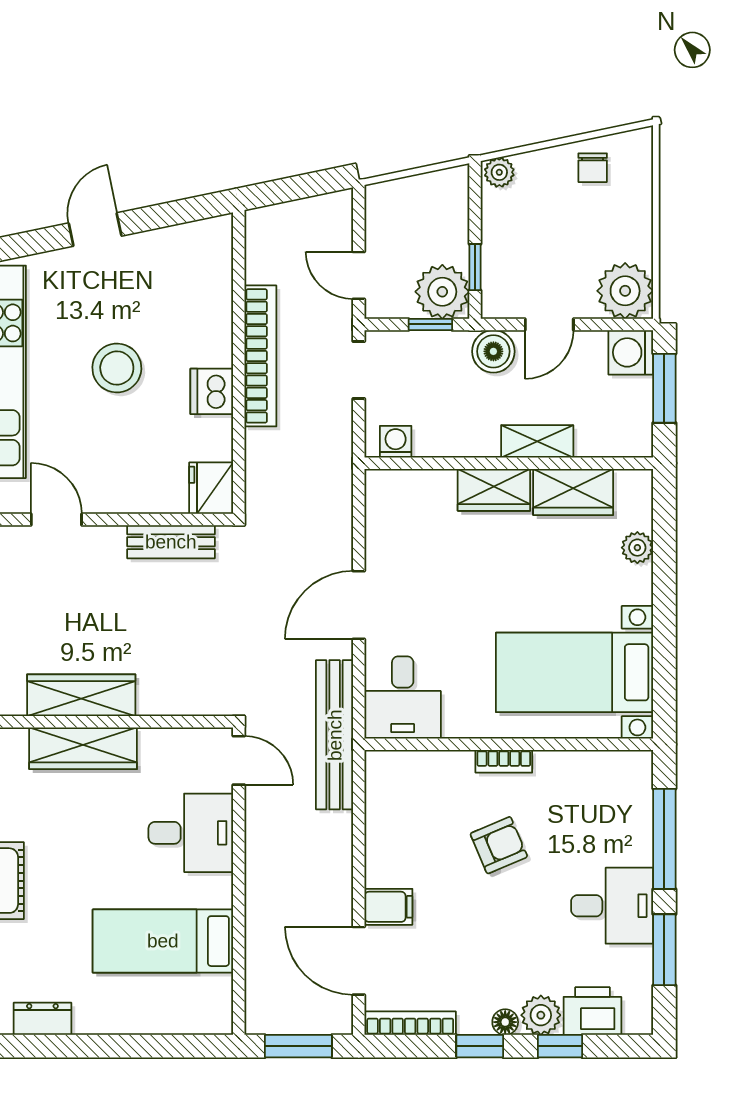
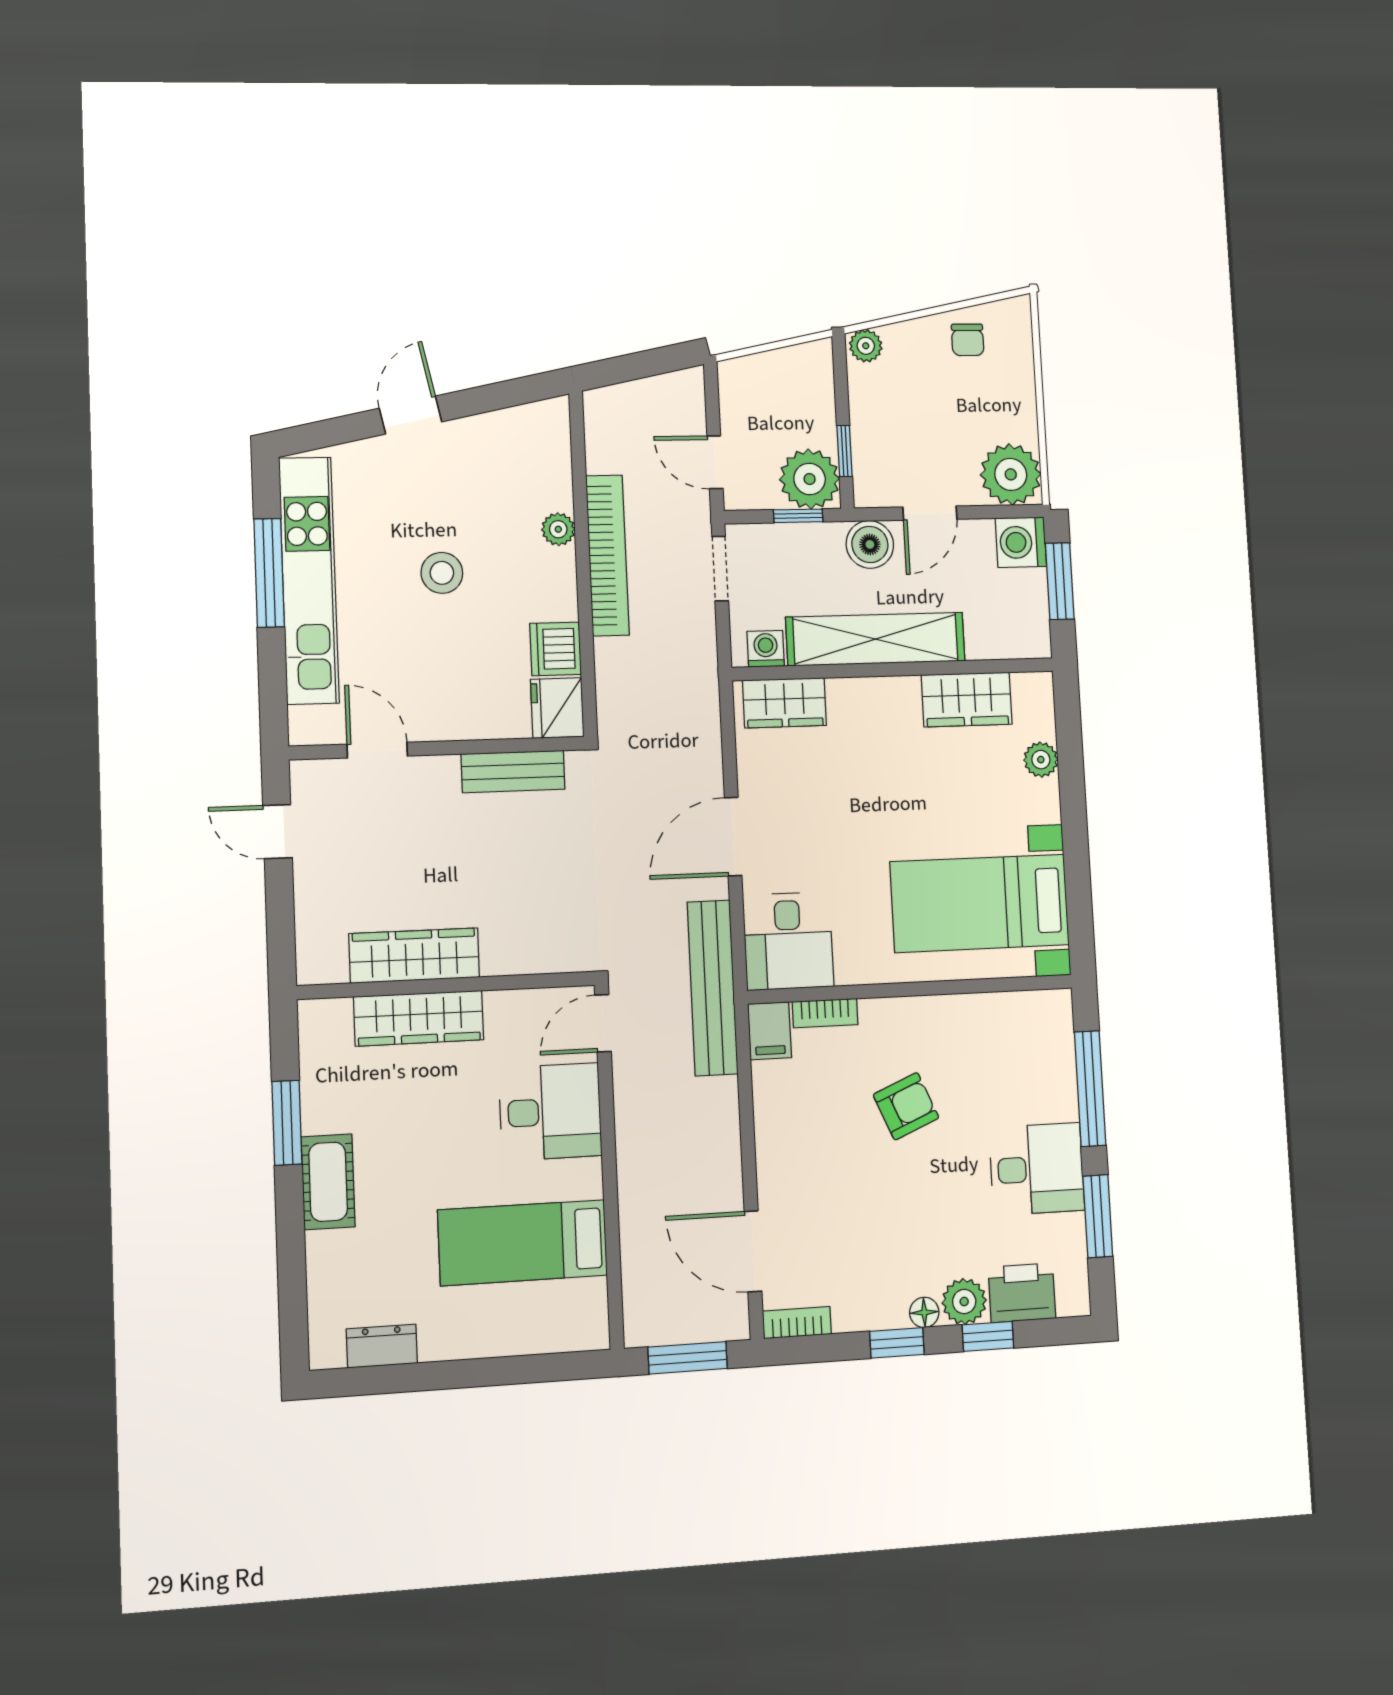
plant: (219, 332) -> (558, 529), added
stool: (117, 368) -> (442, 573), width x0.73, depth x0.73
dishwasher: (212, 391) -> (556, 649), moved
shelving: (537, 441) -> (875, 639), width x2.20, depth x1.33
wardrobe: (494, 490) -> (785, 703), moved
door: (239, 760) -> (603, 1023), swing flipped
bookcase: (504, 761) -> (825, 1013), moved
filing cabinet: (388, 907) -> (770, 1031), moved, turned 90
bookcase: (410, 1023) -> (797, 1323), width x0.64

